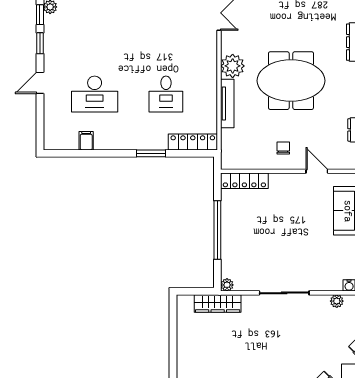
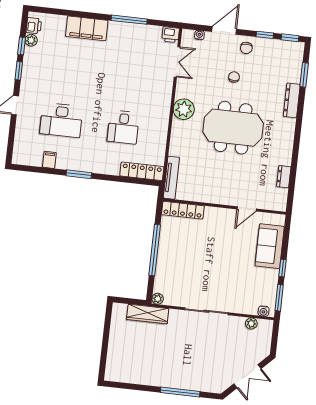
tv unit: (227, 103) -> (171, 178), moved
chair: (283, 148) -> (234, 77), moved
window: (151, 153) -> (79, 174), moved
door: (317, 171) -> (247, 209), swing flipped

